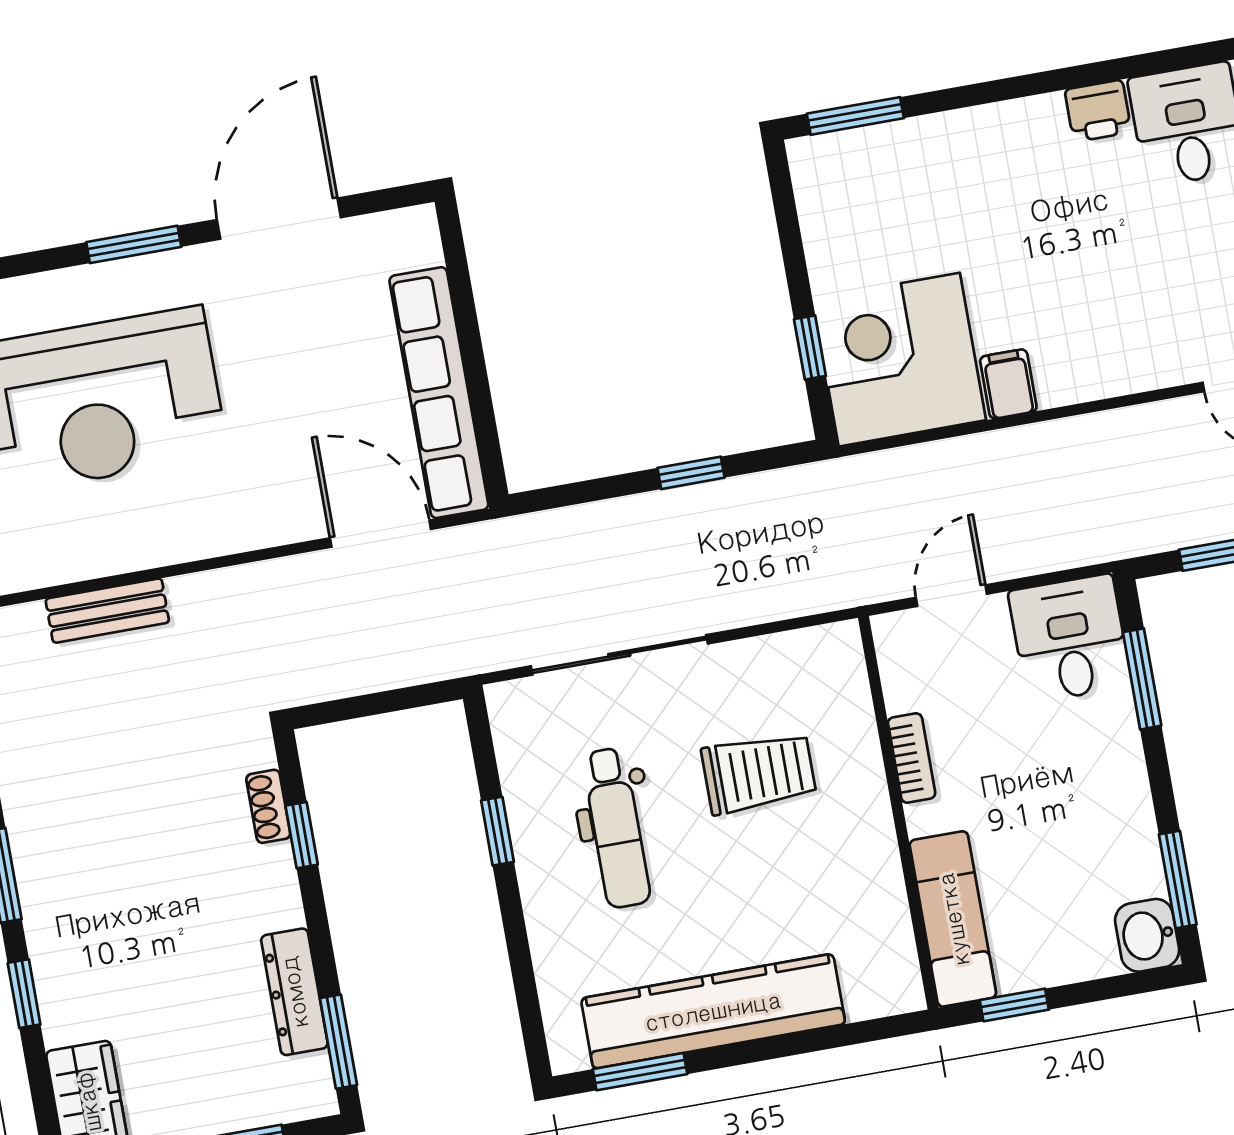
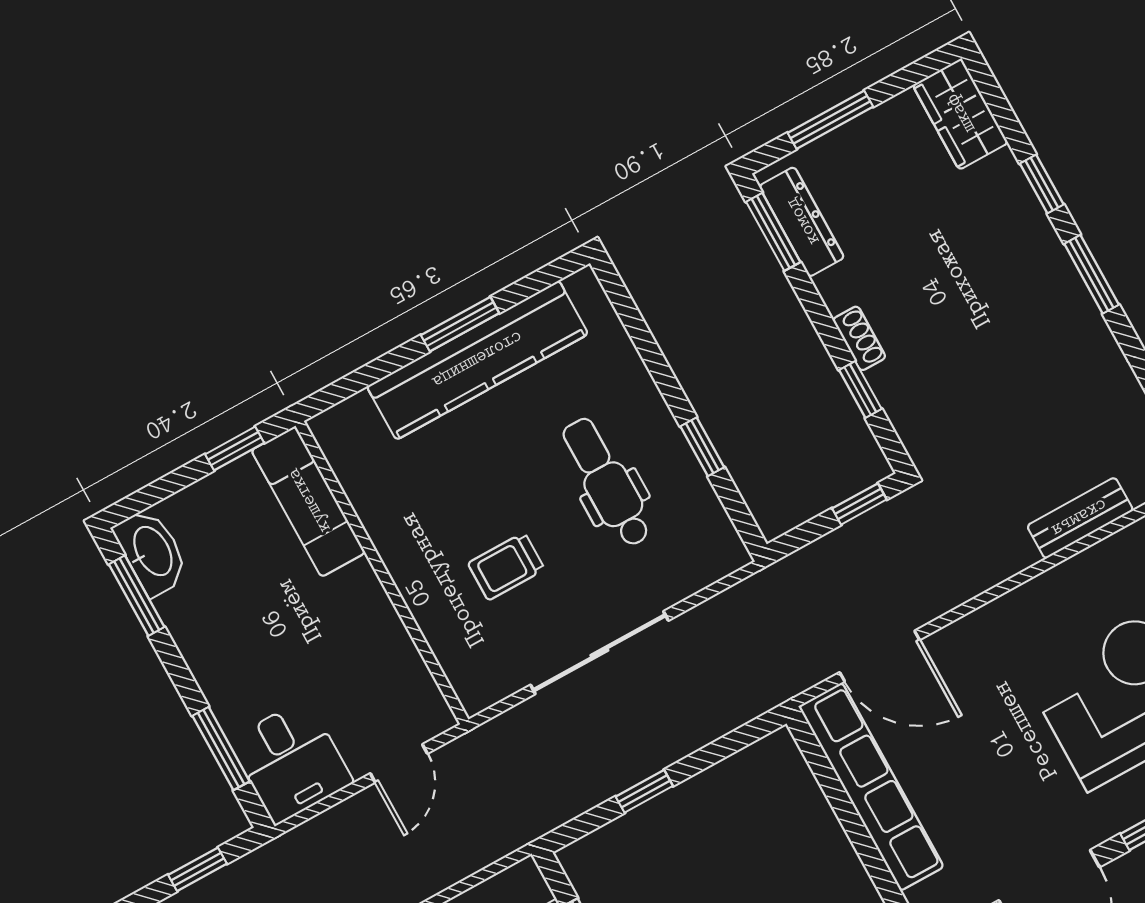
sliding door: (619, 655) -> (599, 653), moved
window: (346, 709) -> (859, 504), added
bookcase: (912, 758) -> (386, 621), removed
trolley: (759, 773) -> (506, 566), width x0.73, depth x0.72
shoe rack: (268, 806) -> (859, 338), moved
washbasin: (1147, 935) -> (152, 552), width x1.38
dresser: (294, 992) -> (802, 222), moved
window: (640, 1072) -> (460, 324), moved

